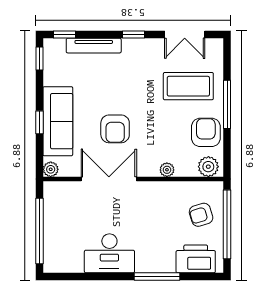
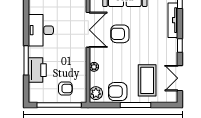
armchair: (206, 132) -> (118, 92), turned 180
armchair: (201, 215) -> (65, 88), turned 107
printer: (196, 259) -> (37, 70), moved

